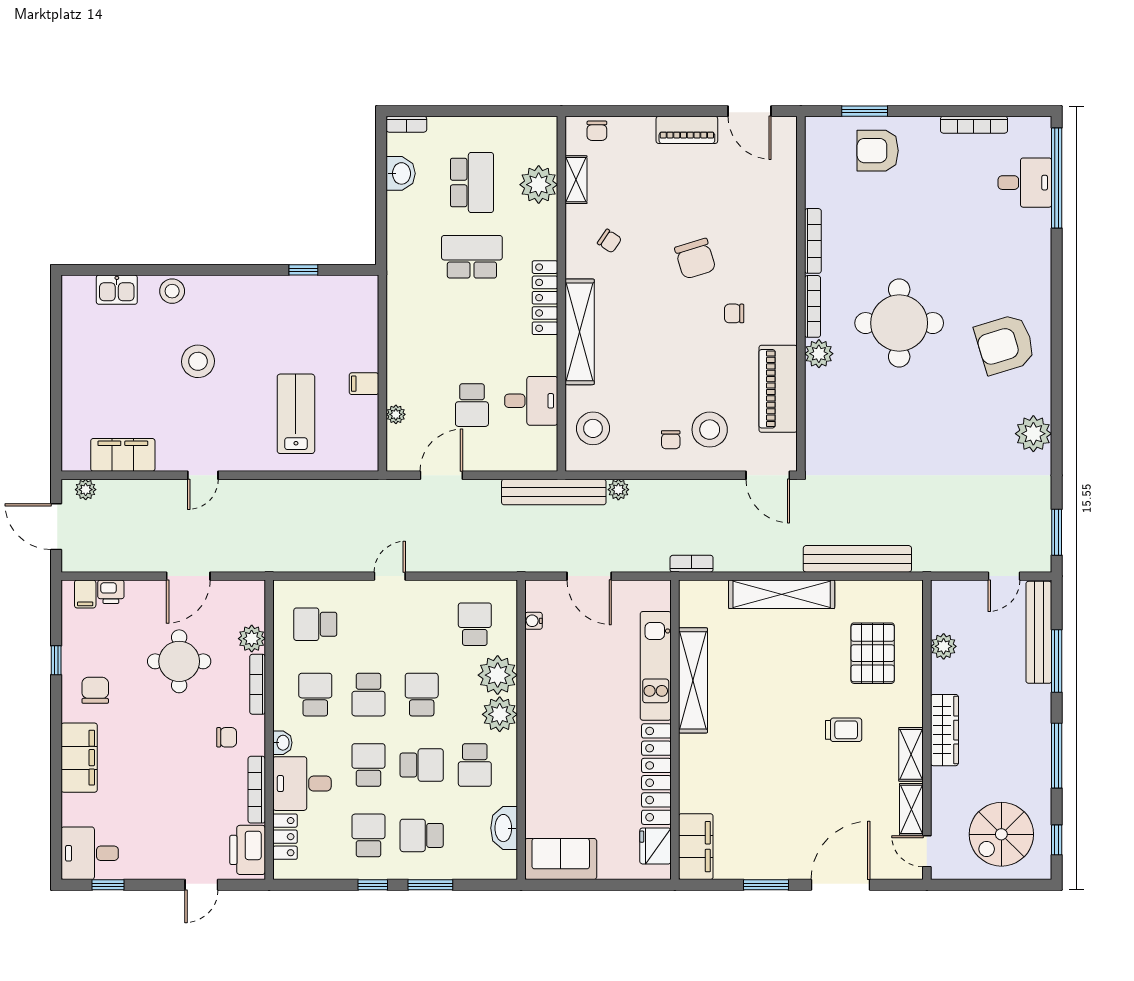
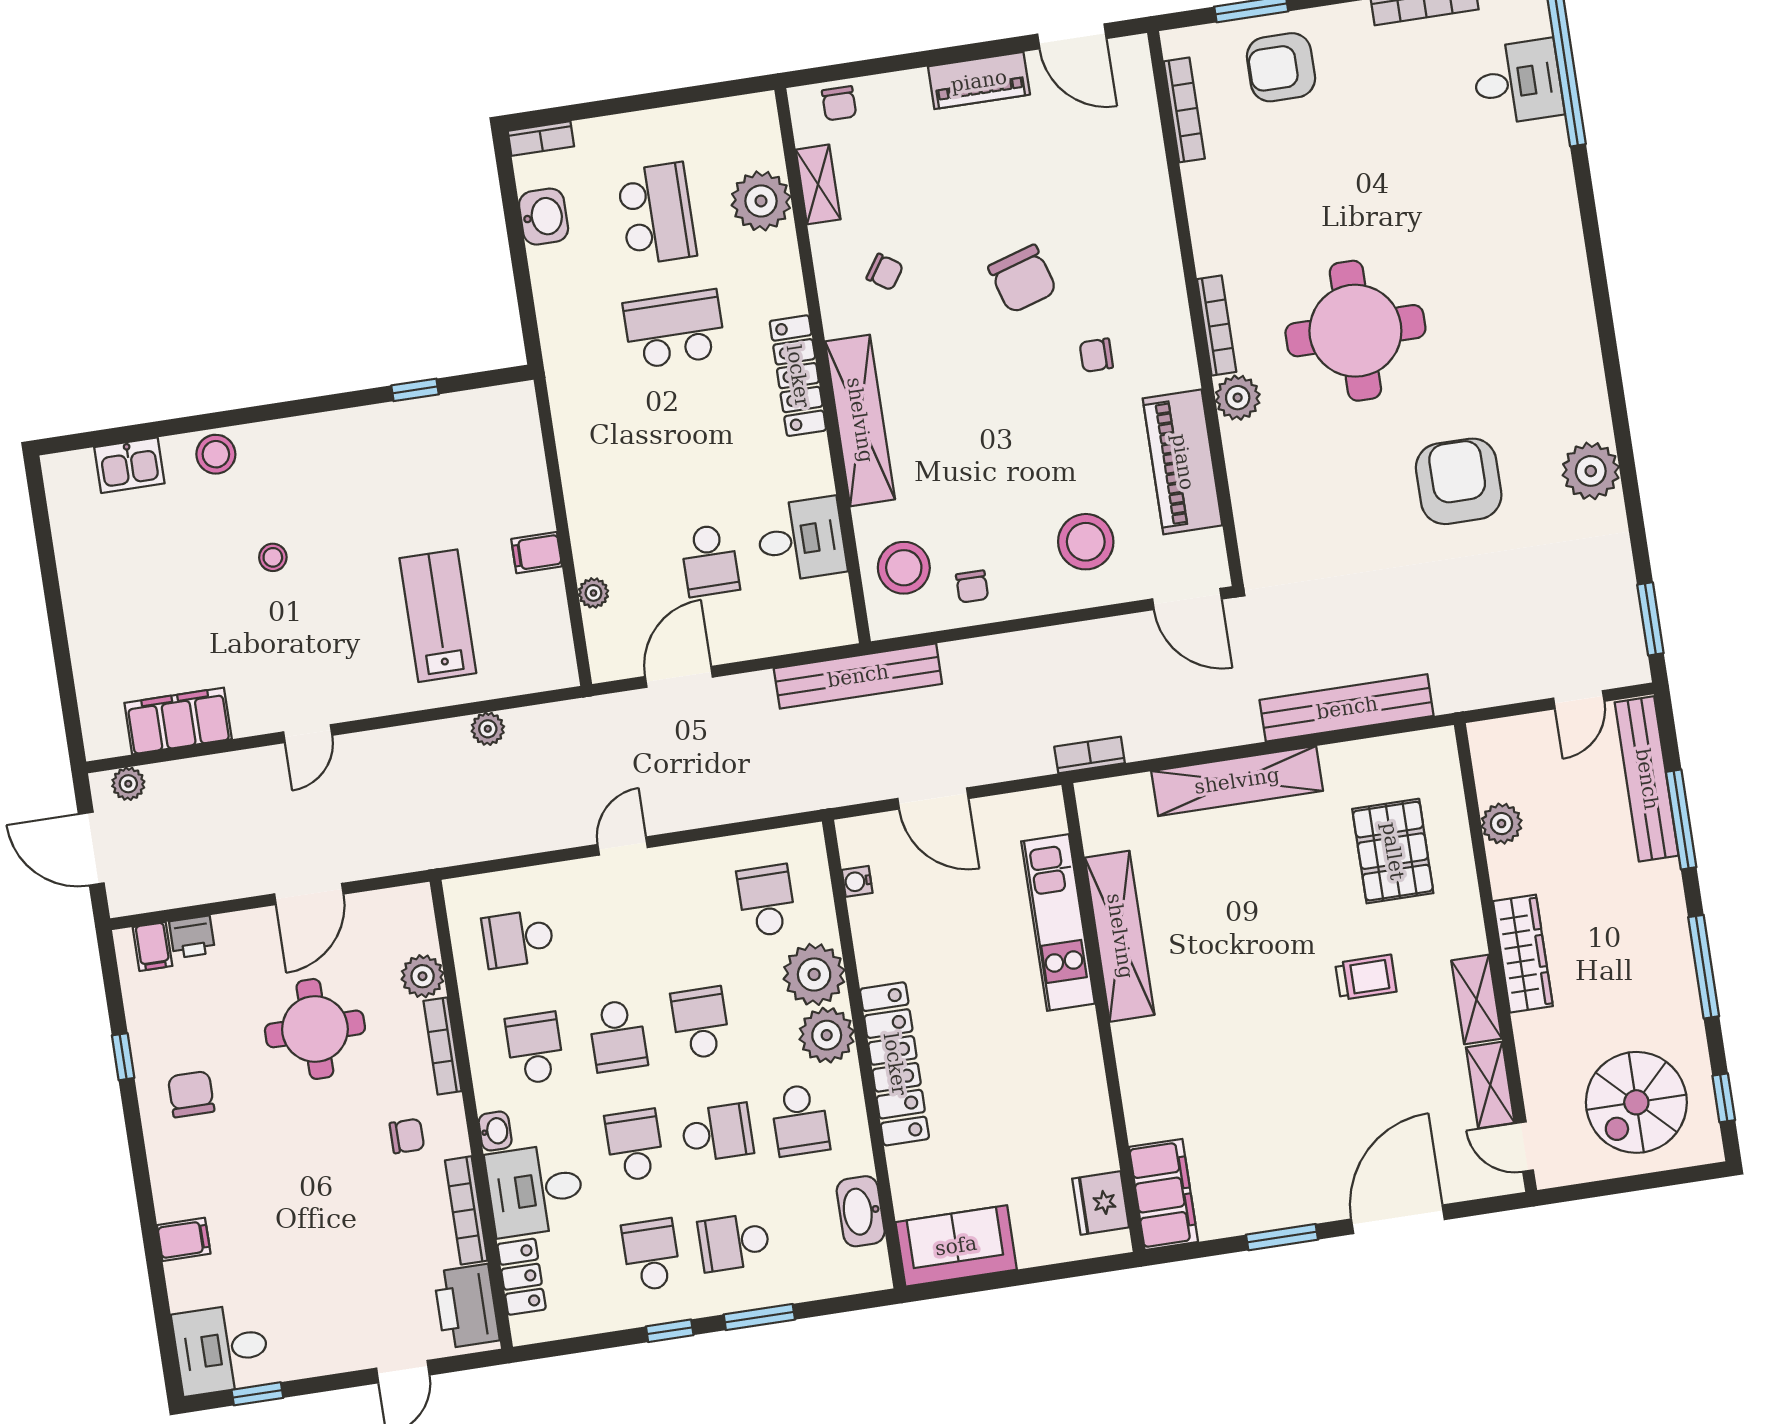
bookcase: (813, 241) -> (1184, 110), moved
armchair: (1005, 344) -> (1459, 481), moved, turned 107
stool: (198, 361) -> (273, 557), width x0.53, depth x0.53
chair: (671, 440) -> (972, 587), moved
plant: (618, 490) -> (488, 729), moved
filing cabinet: (79, 758) -> (184, 1239), width x0.33, depth x0.86
locker: (656, 774) -> (895, 1064), moved, turned 180

